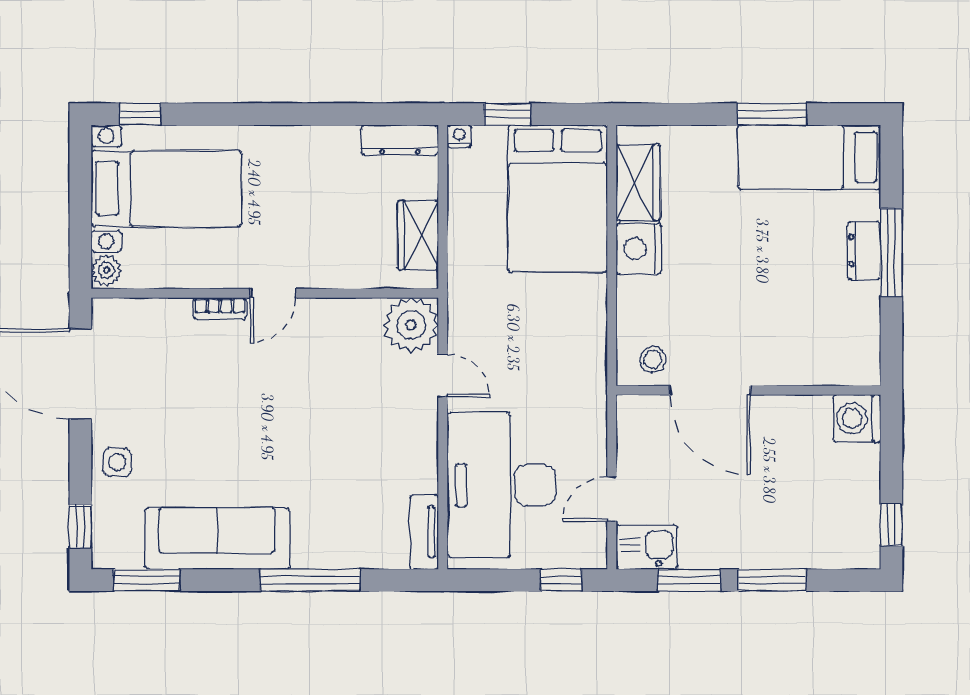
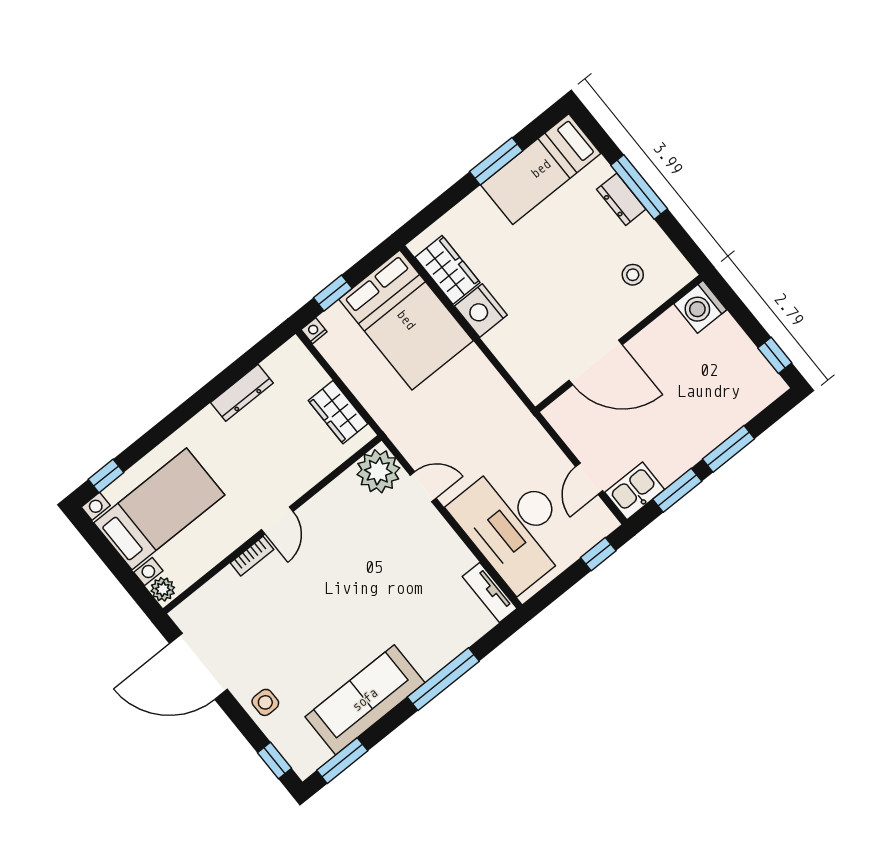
dresser: (400, 140) -> (242, 393), moved
stool: (653, 360) -> (633, 275), moved

